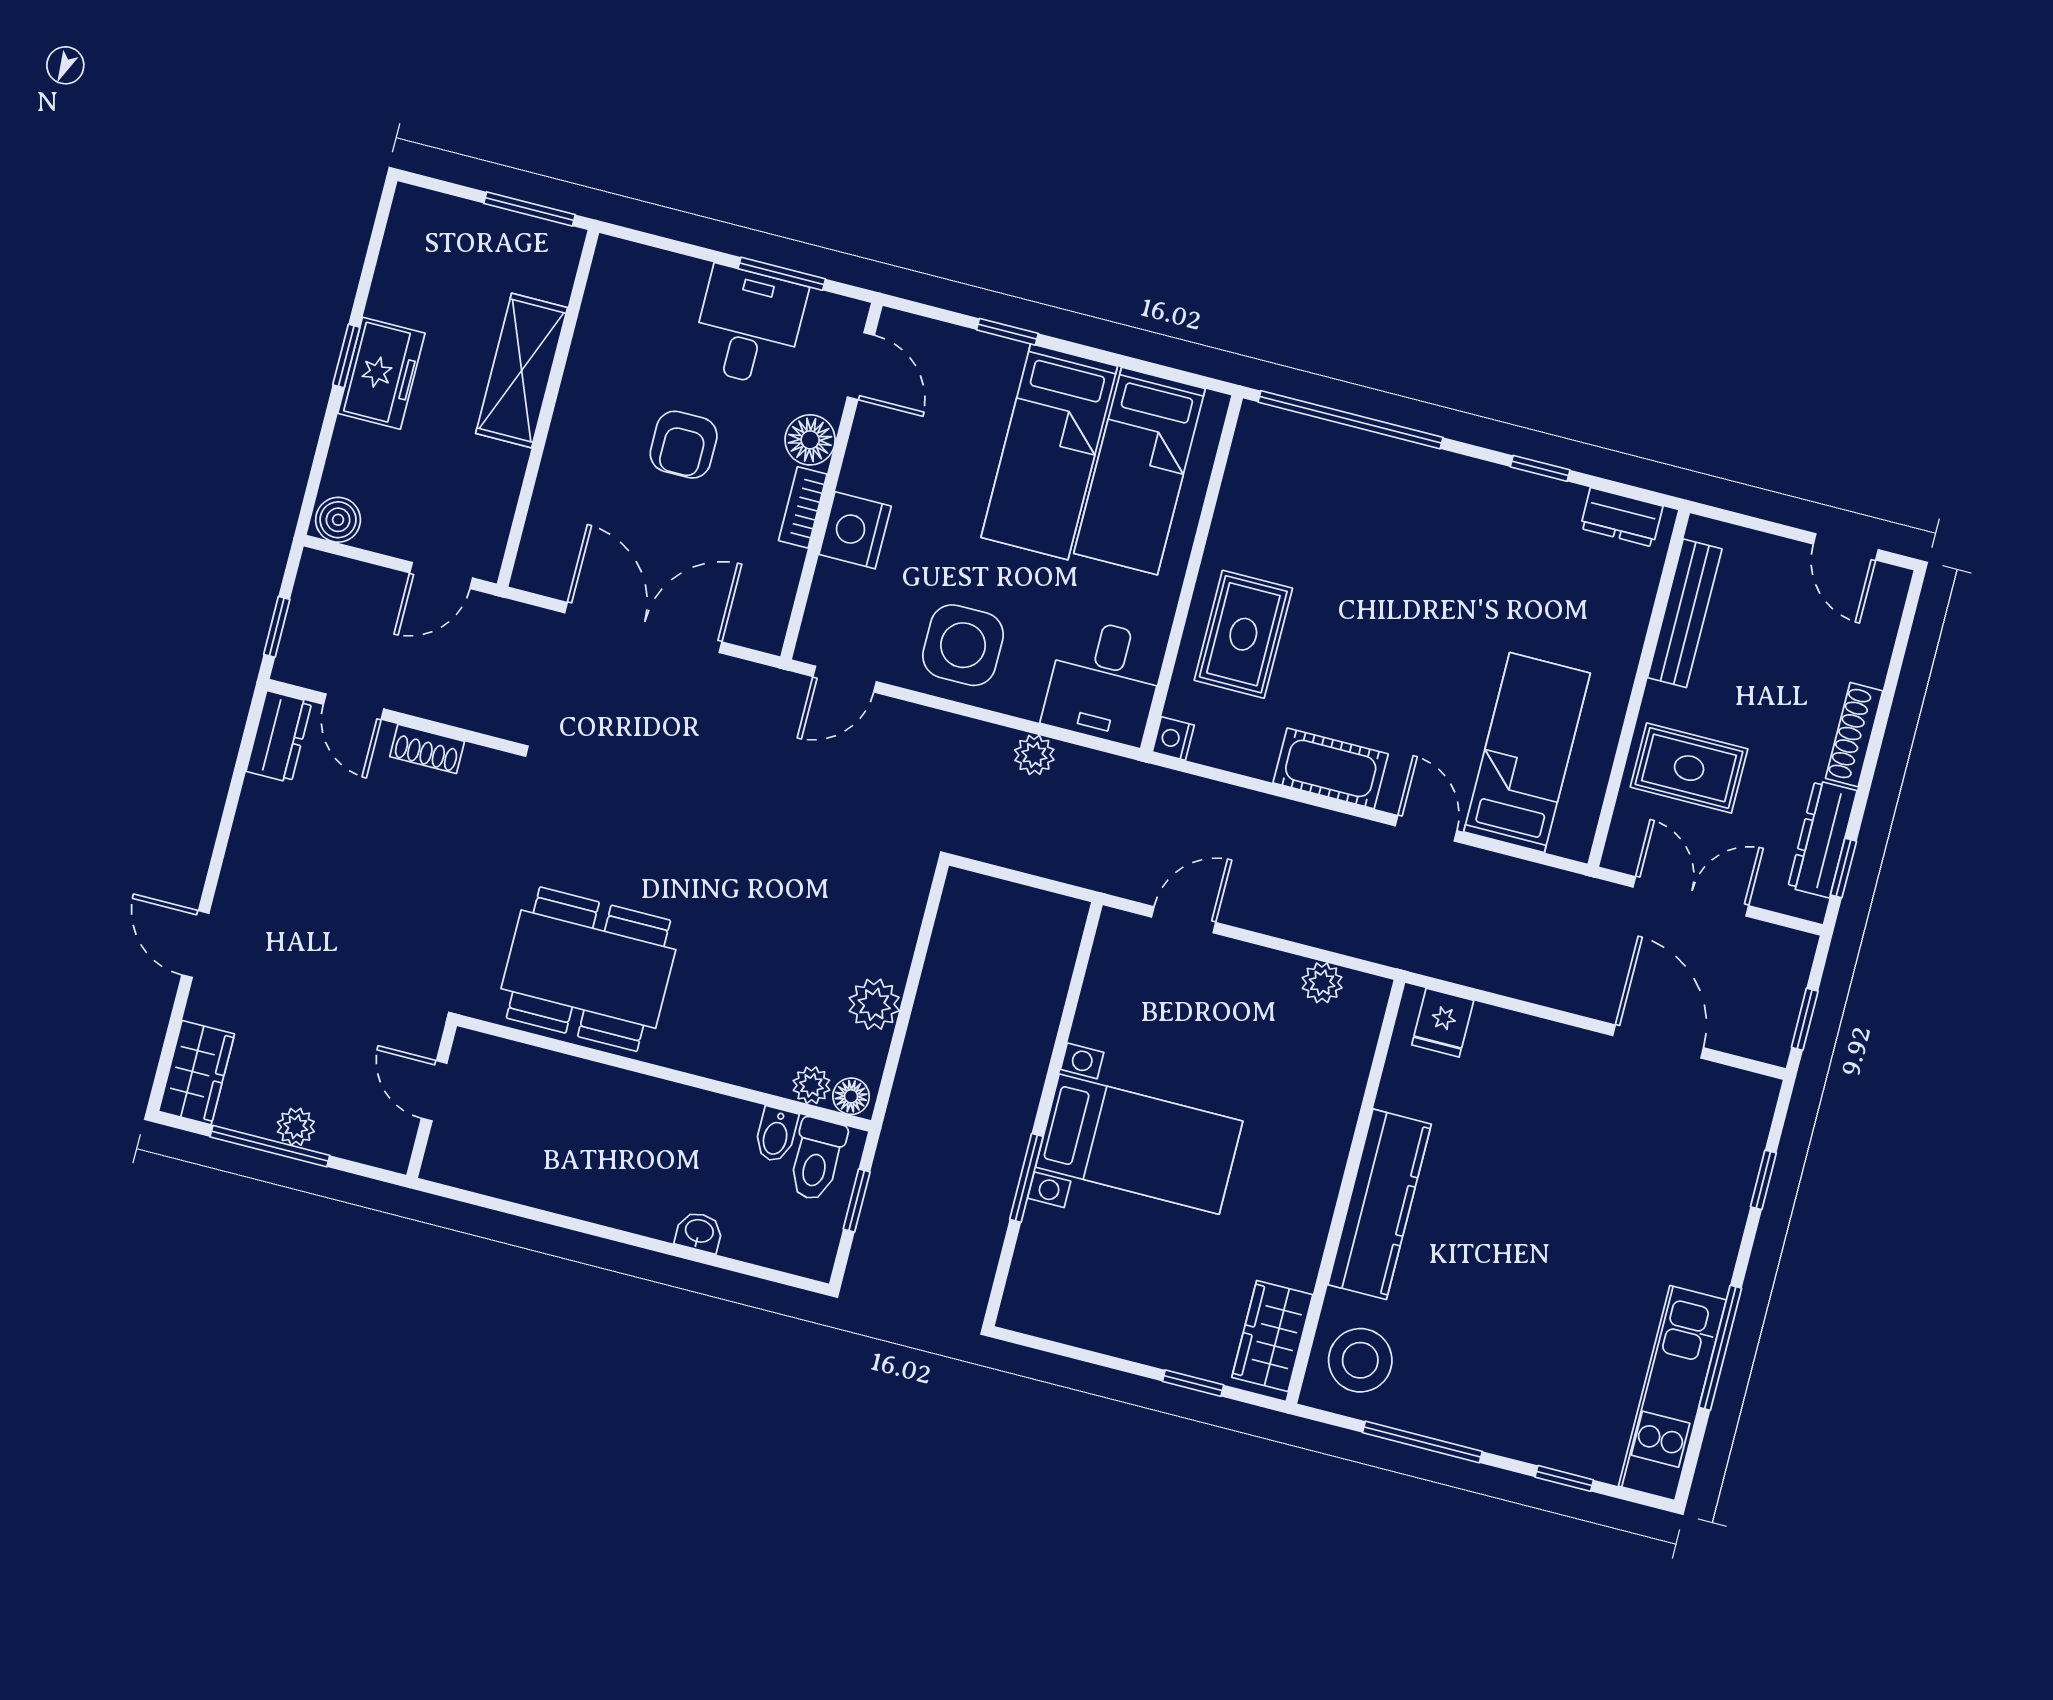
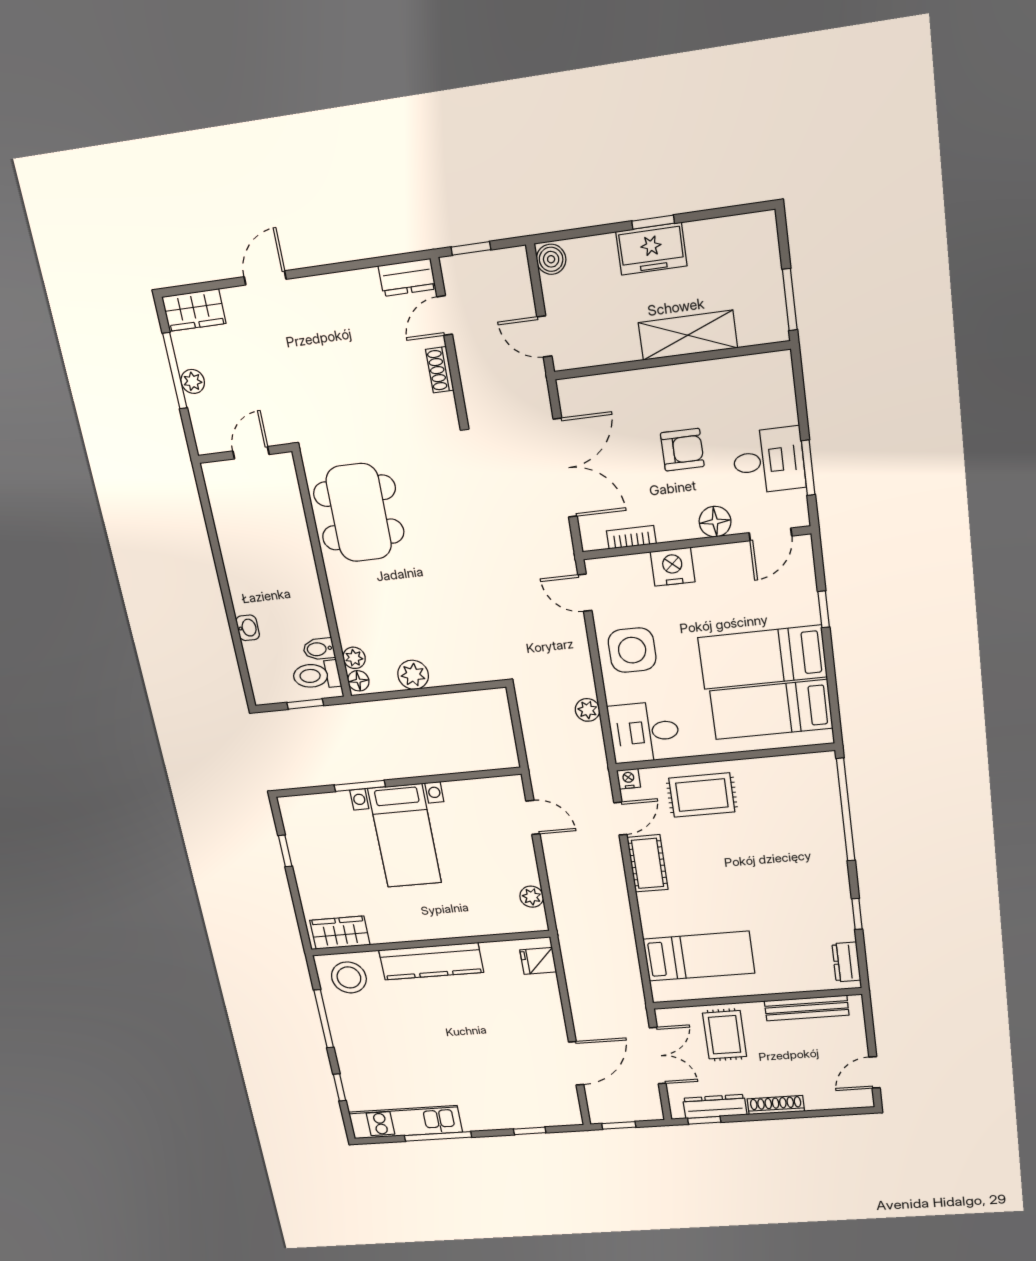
armchair: (684, 445) -> (682, 450), turned 180
bookcase: (803, 507) -> (631, 537), moved
door: (1426, 828) -> (620, 819), moved
window: (1193, 1383) -> (285, 851), moved

